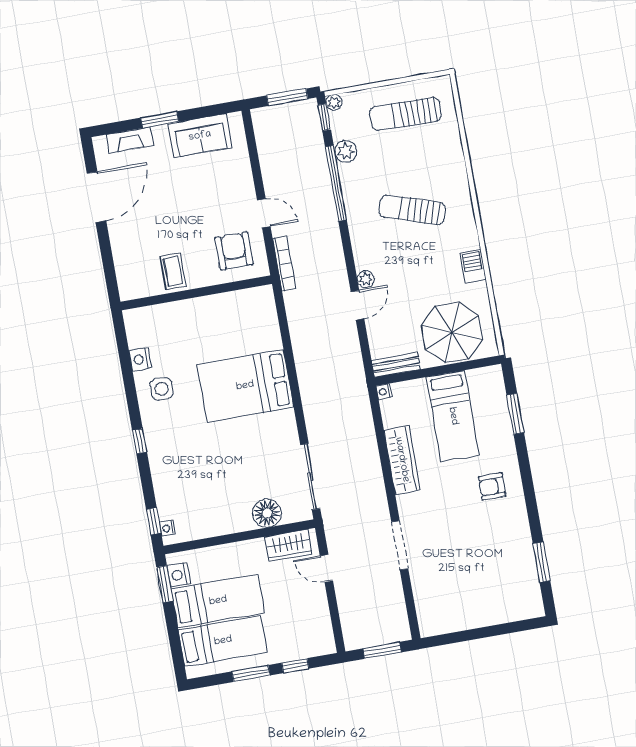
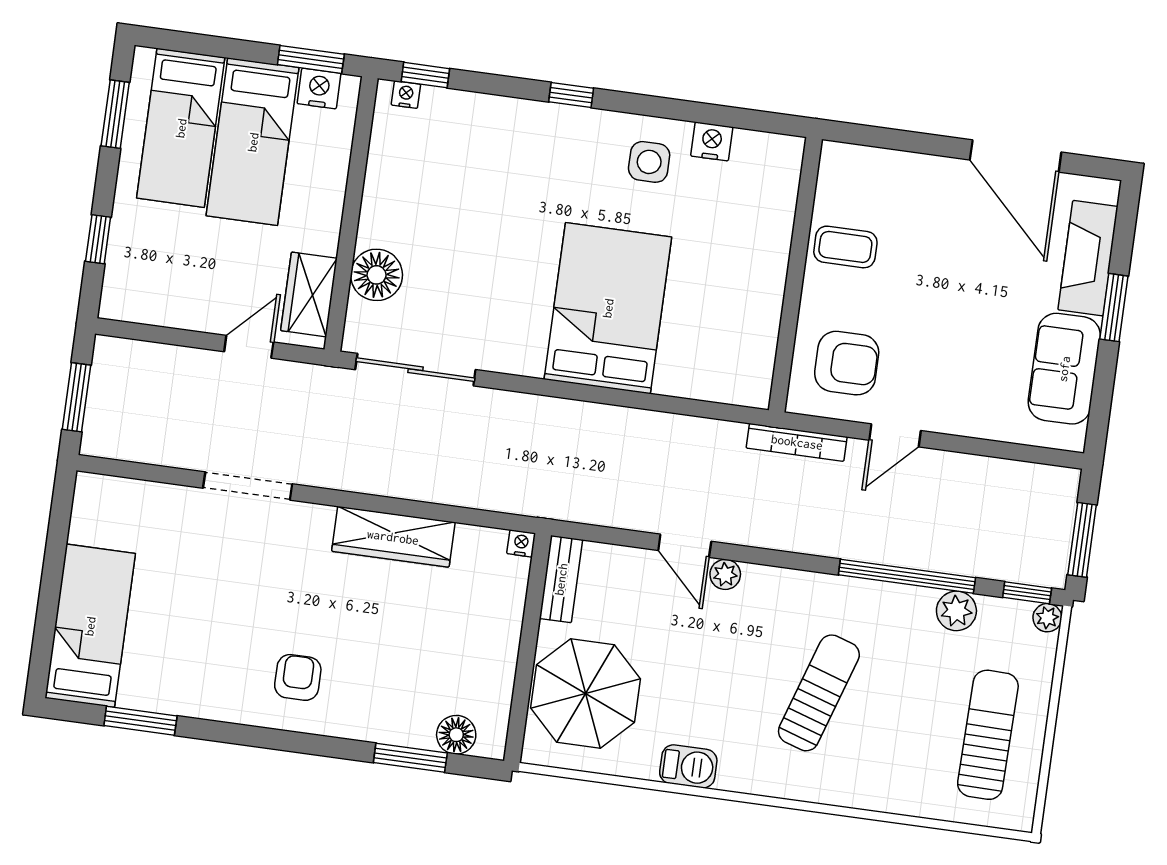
fireplace: (129, 140) -> (1088, 258), width x1.37, depth x1.32
floor lamp: (495, 394) -> (456, 735), added
bed: (453, 416) -> (90, 626), moved, turned 90
window: (251, 673) -> (115, 114), moved

